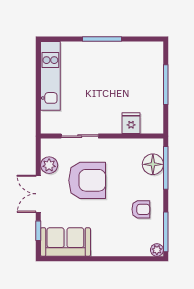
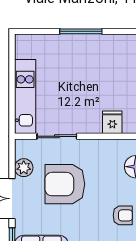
kitchen unit: (50, 76) -> (25, 96), moved
armchair: (87, 180) -> (65, 184), turned 180

